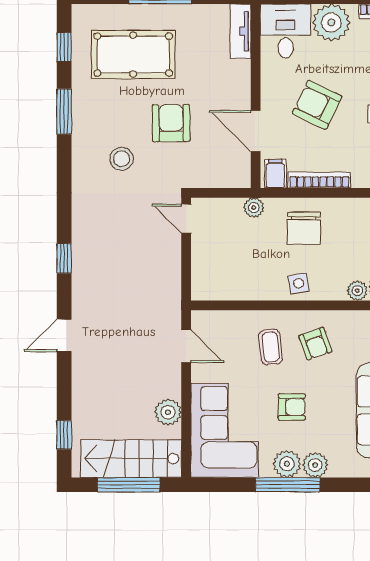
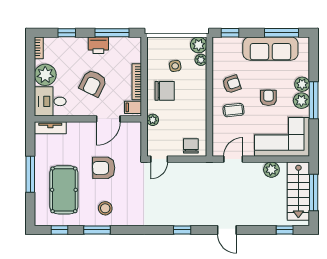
stool: (121, 159) -> (105, 208), moved
chair: (209, 273) -> (191, 146), added
side table: (299, 283) -> (175, 66), moved

